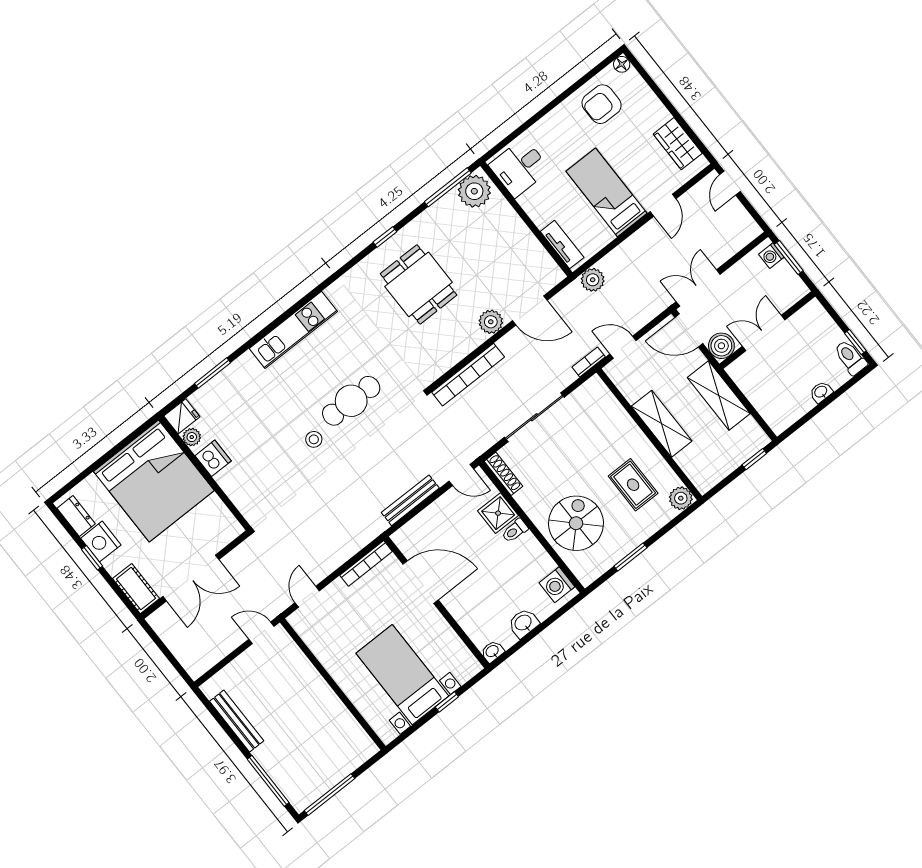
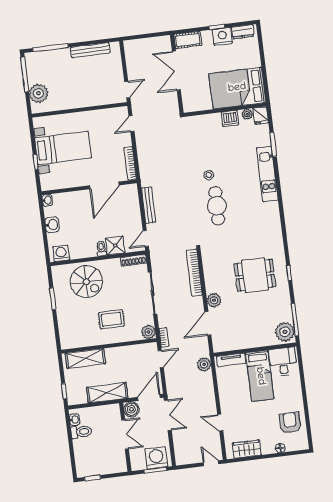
floor lamp: (622, 64) -> (280, 448), moved
bed: (607, 192) -> (260, 376), moved, turned 90
washing machine: (771, 256) -> (156, 458), width x1.89, depth x1.89
kitchen unit: (293, 330) -> (267, 174), moved
toilet: (850, 357) -> (81, 432), moved
washbasin: (821, 392) -> (74, 420), moved
shelving: (662, 424) -> (85, 358), moved
bed: (154, 481) -> (237, 88), width x0.73
rug: (633, 485) -> (111, 319), moved
plant: (681, 498) -> (149, 332), moved
door: (307, 597) -> (131, 124), swing flipped
plant: (345, 758) -> (39, 93), added

